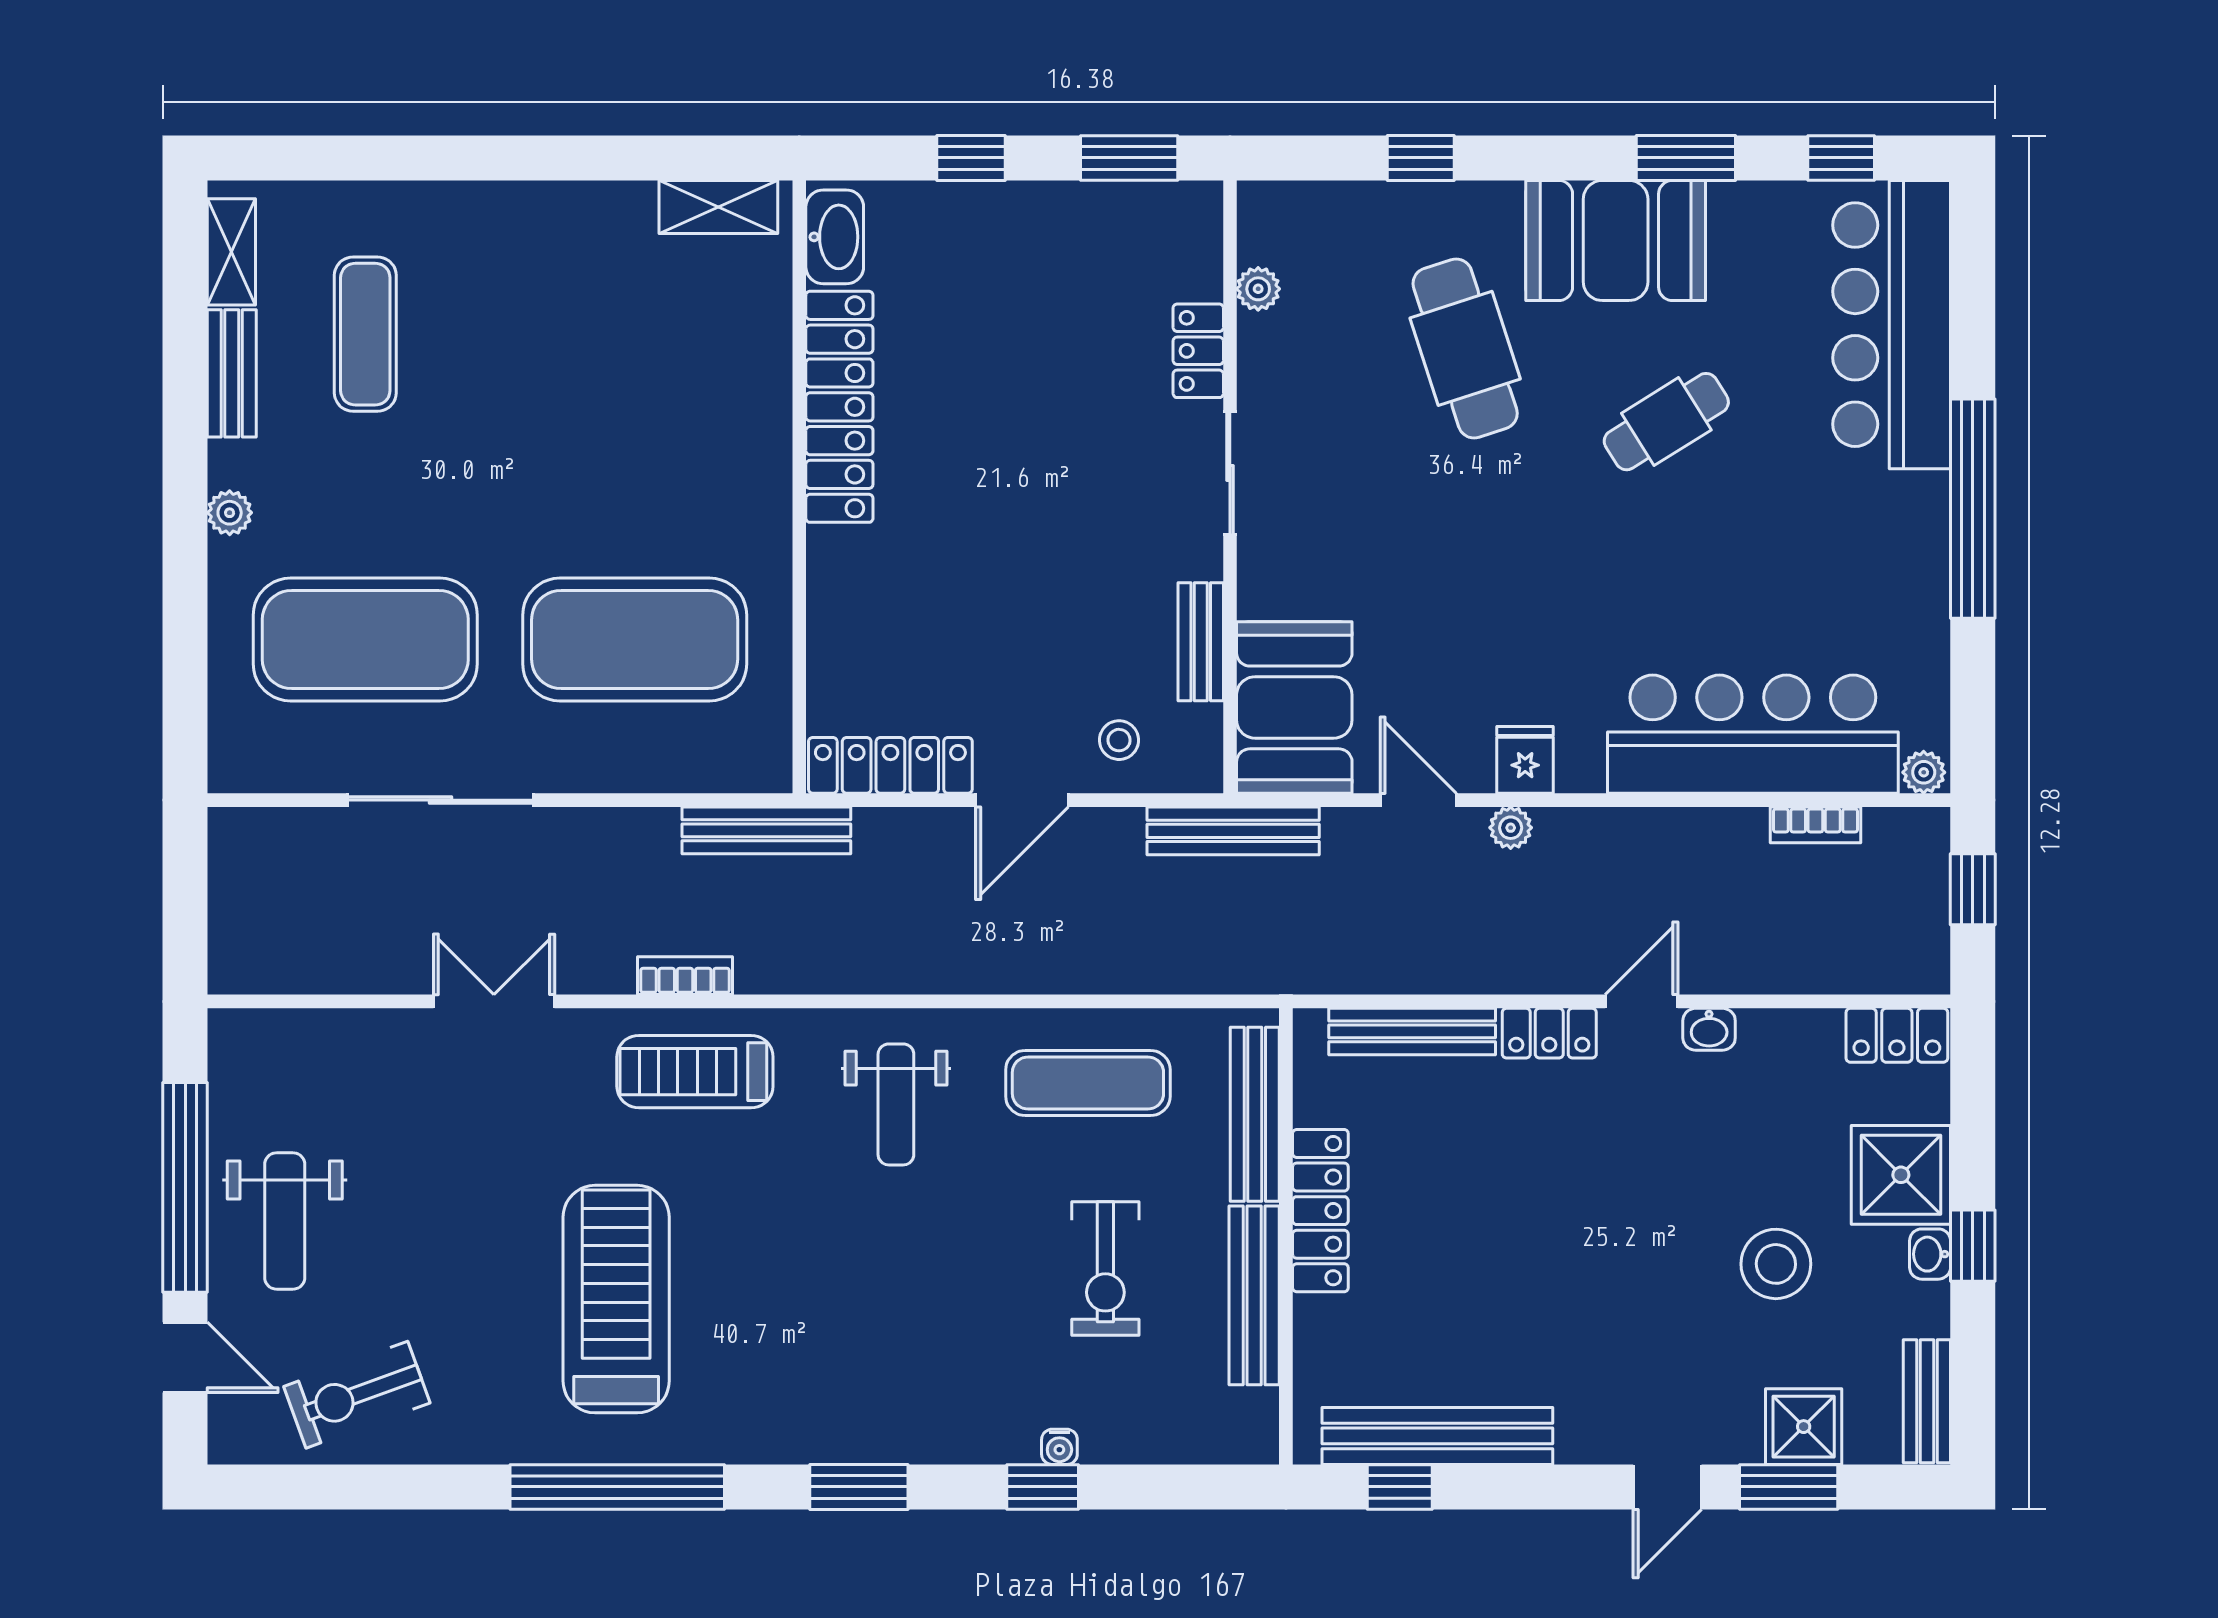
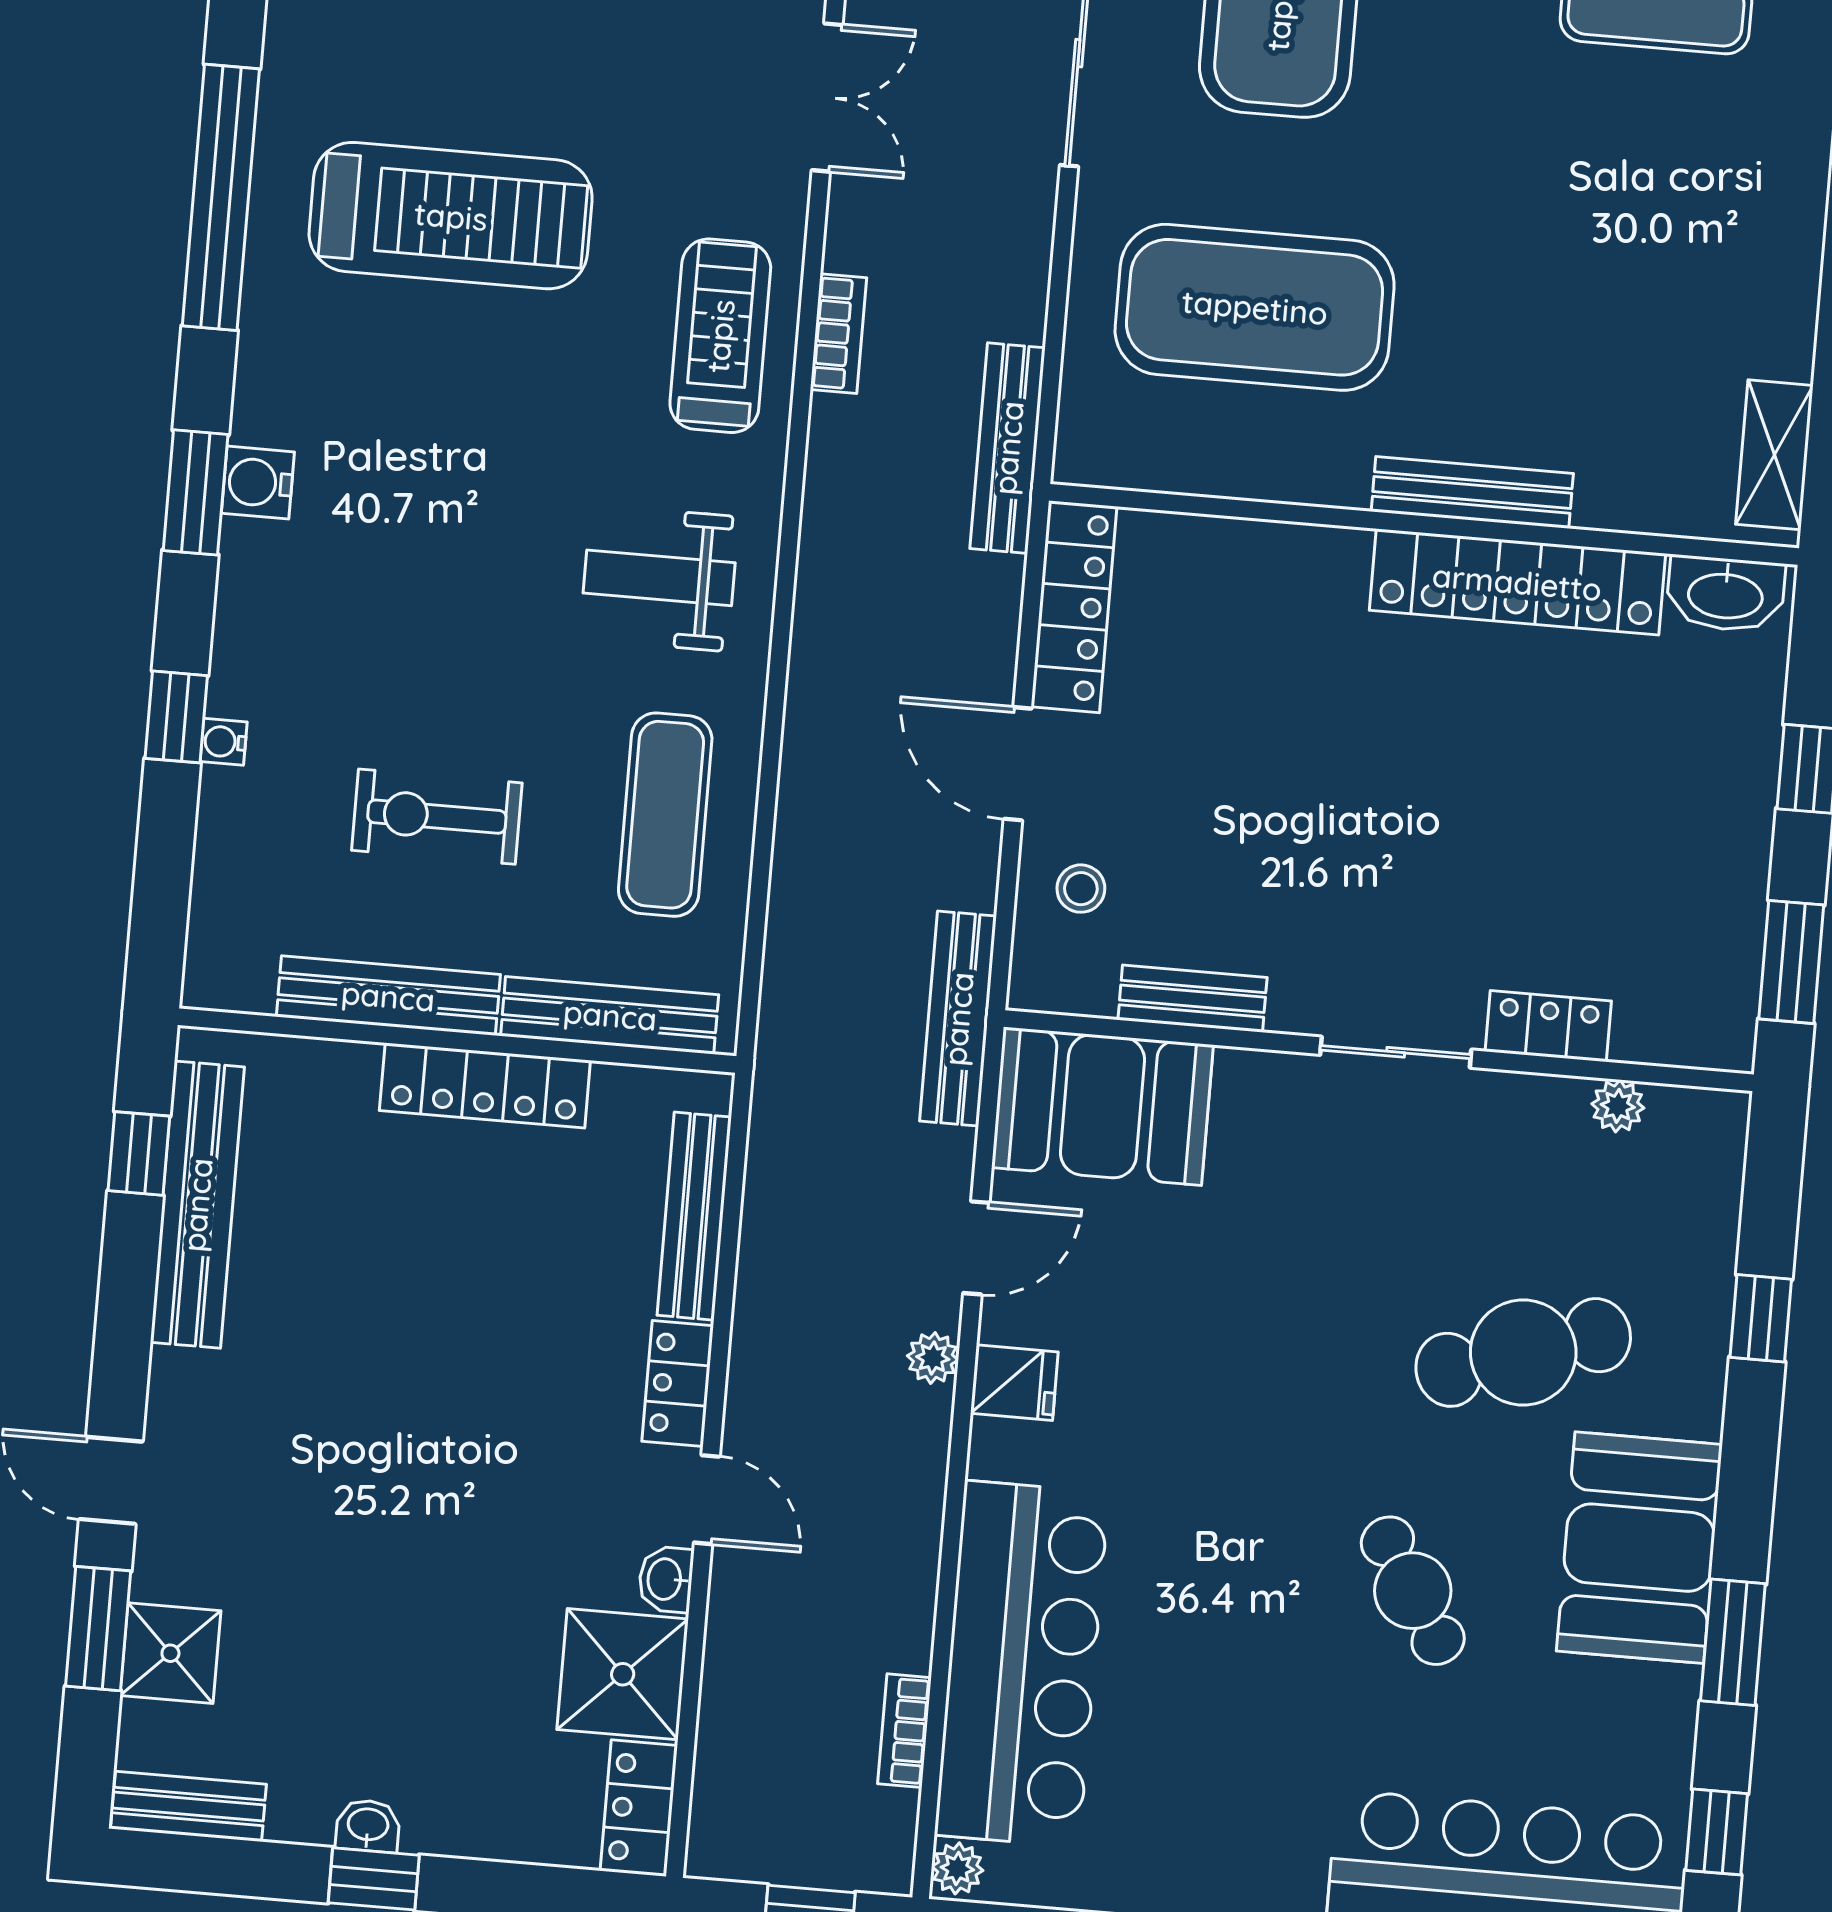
bench: (770, 450) -> (1472, 492), added
exercise mat: (635, 639) -> (1255, 307), turned 90
shower: (1901, 1175) -> (623, 1674), moved
stool: (1776, 1264) -> (372, 1636), removed
water cooler: (846, 1437) -> (258, 483), added

